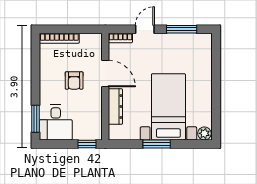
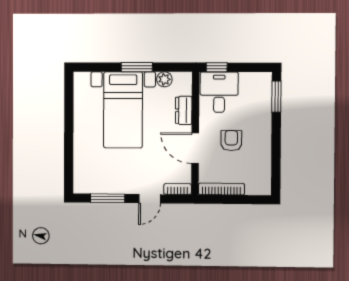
bookcase: (59, 38) -> (221, 189), moved
dresser: (115, 107) -> (184, 110), width x0.70
desk: (56, 122) -> (219, 92), moved
plant: (204, 133) -> (164, 79), moved

